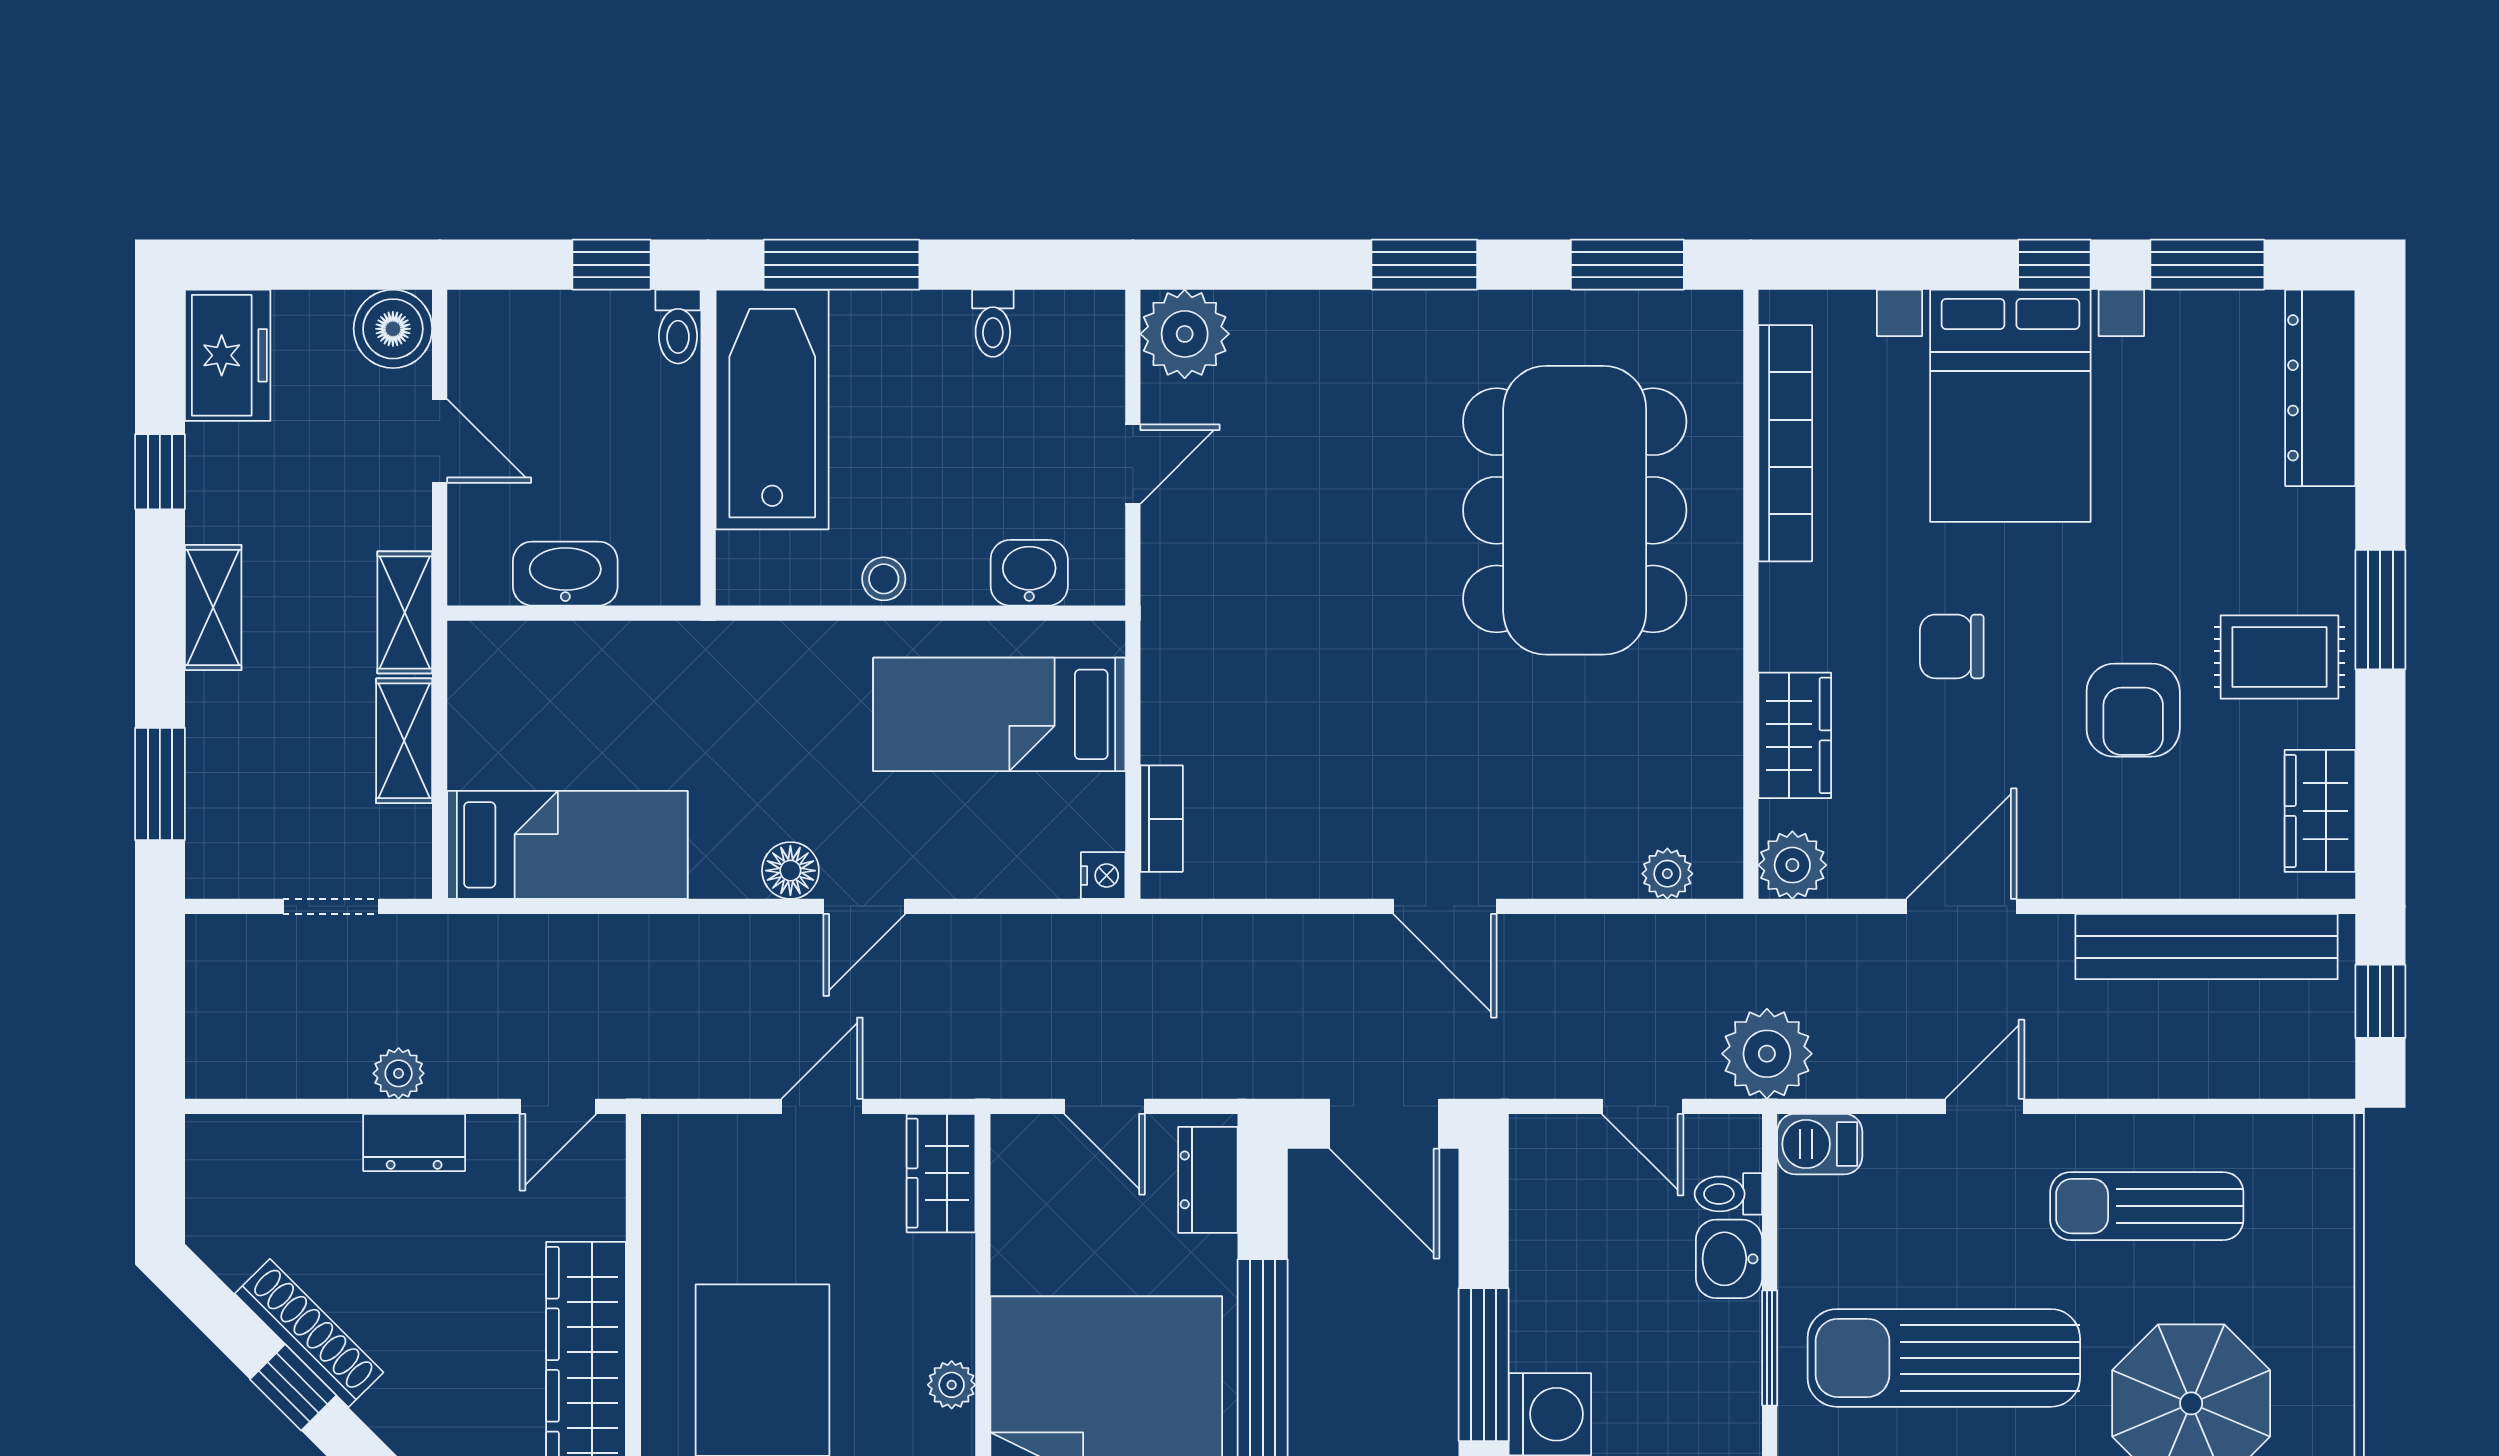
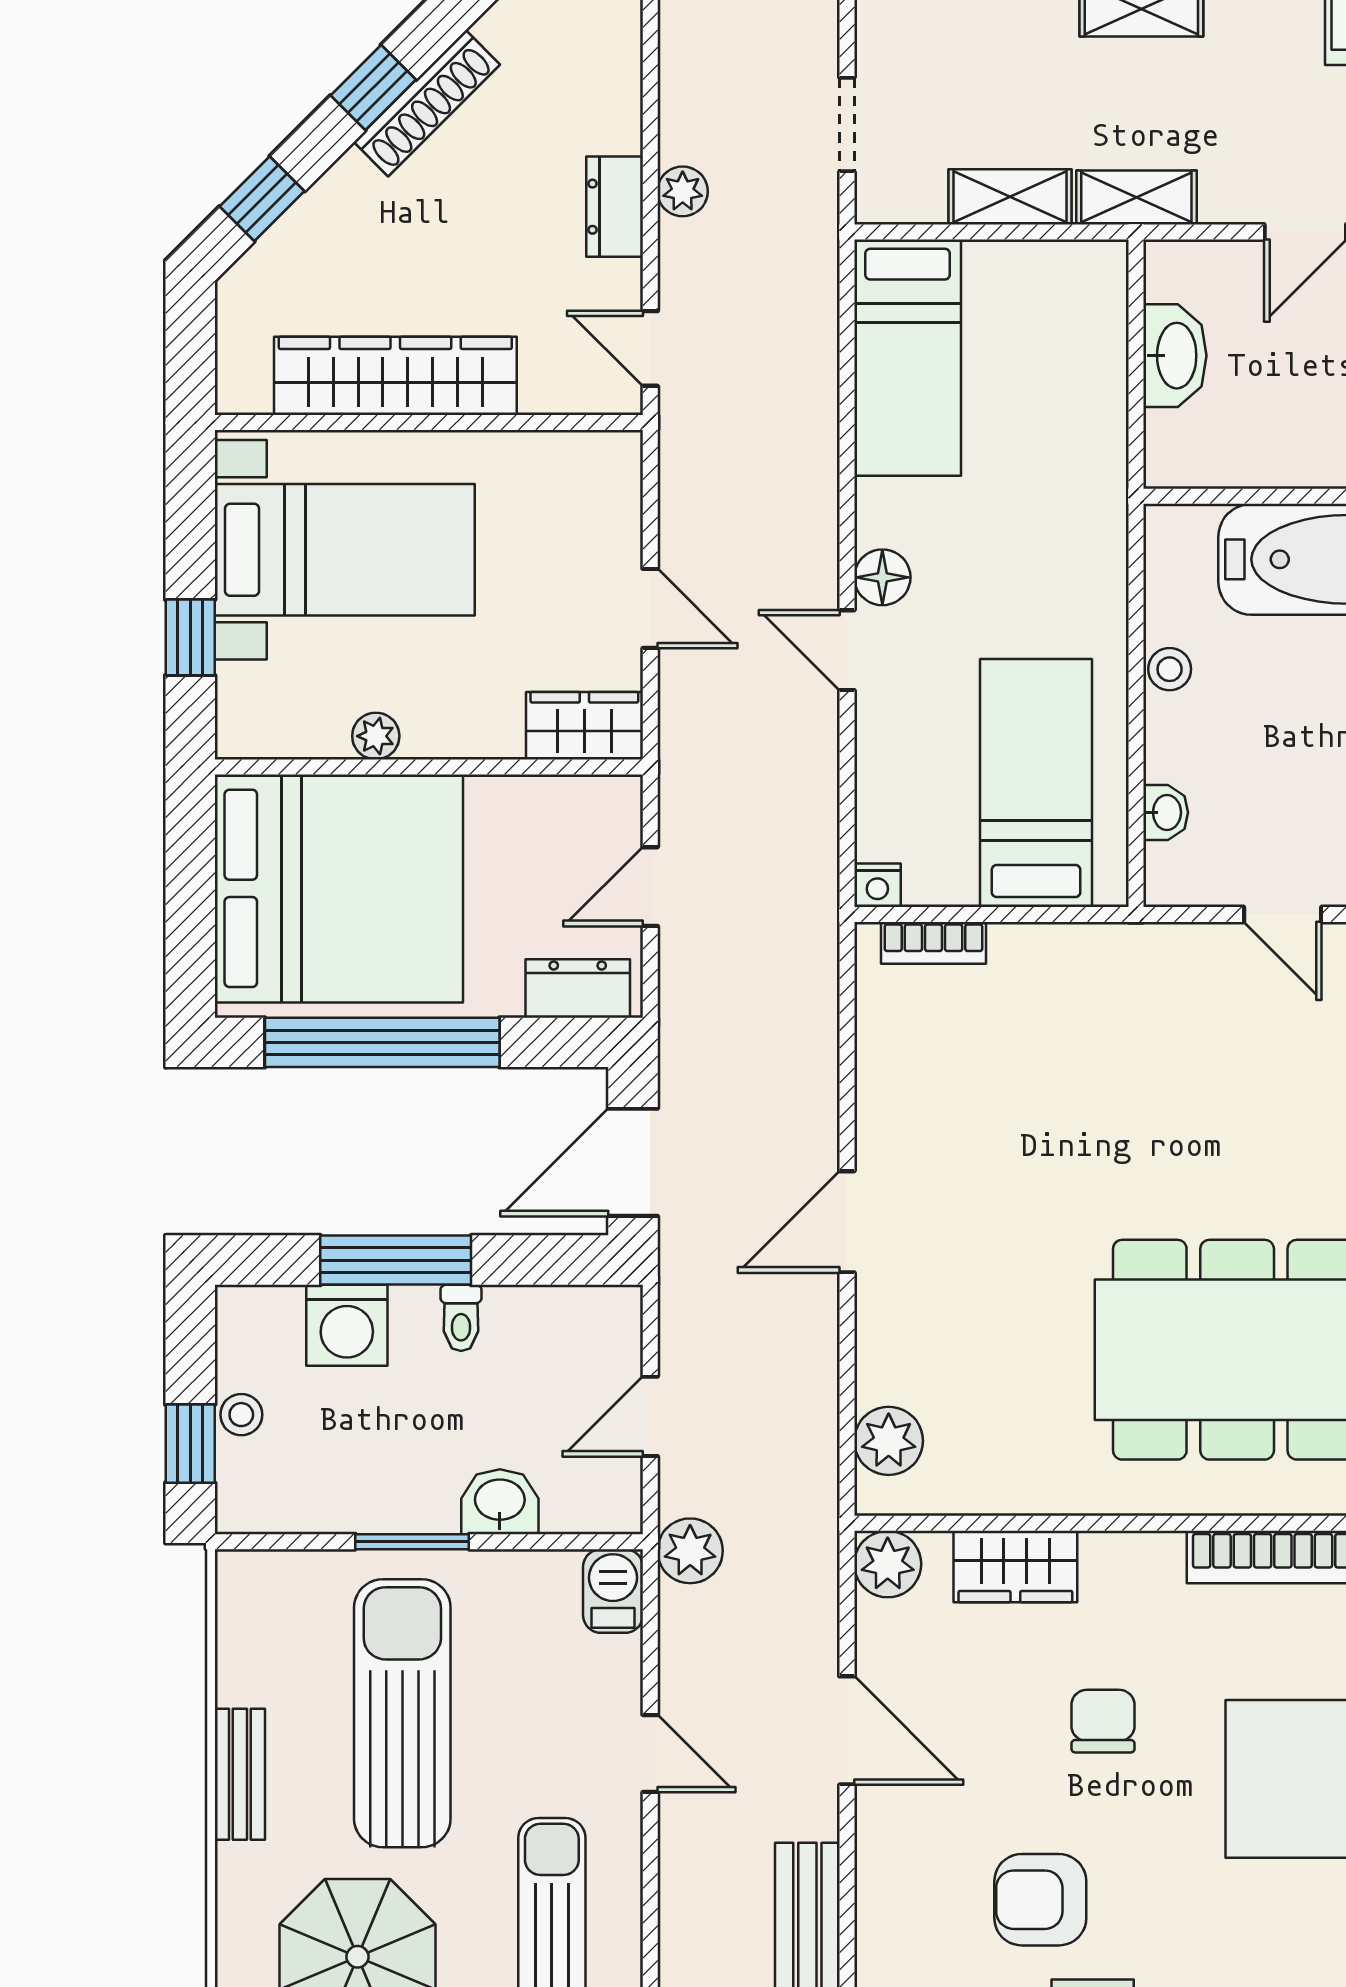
washbasin: (1029, 573) -> (1166, 812), width x0.72, depth x0.69
plant: (1667, 874) -> (889, 1441), width x1.38, depth x1.38
plant: (1767, 1054) -> (690, 1551), width x0.73, depth x0.73
toilet: (1728, 1194) -> (461, 1318), moved, turned 180

